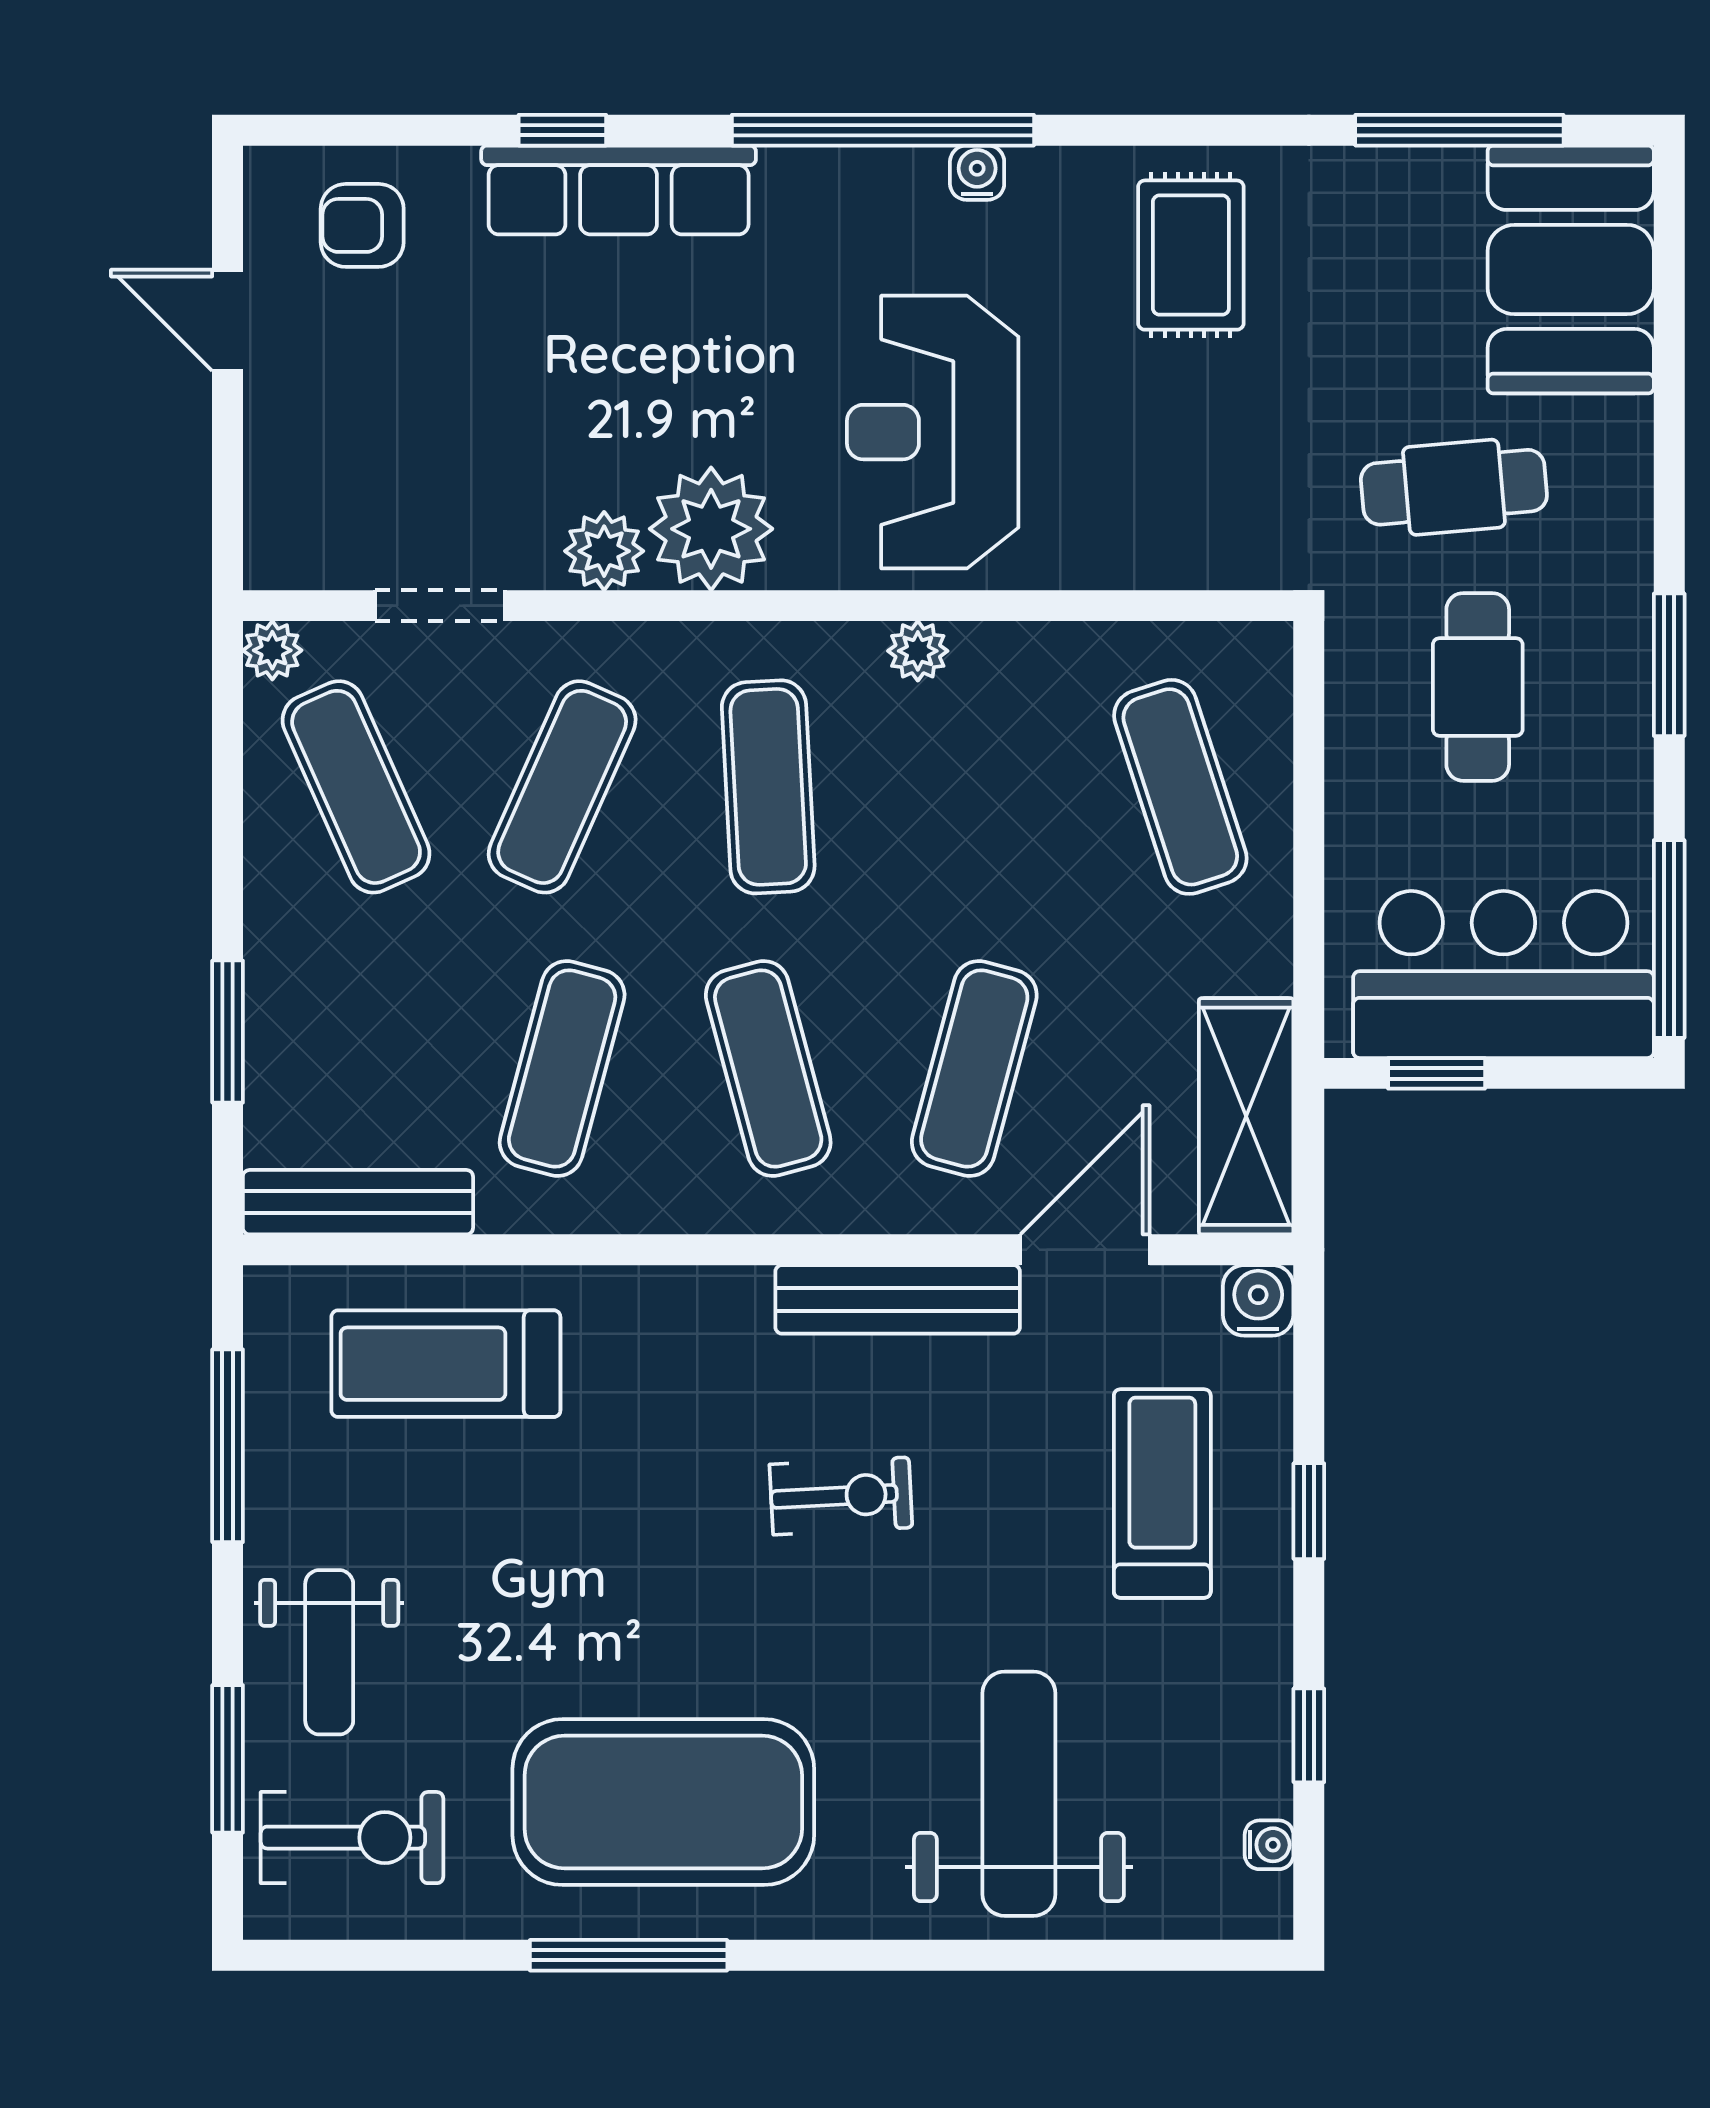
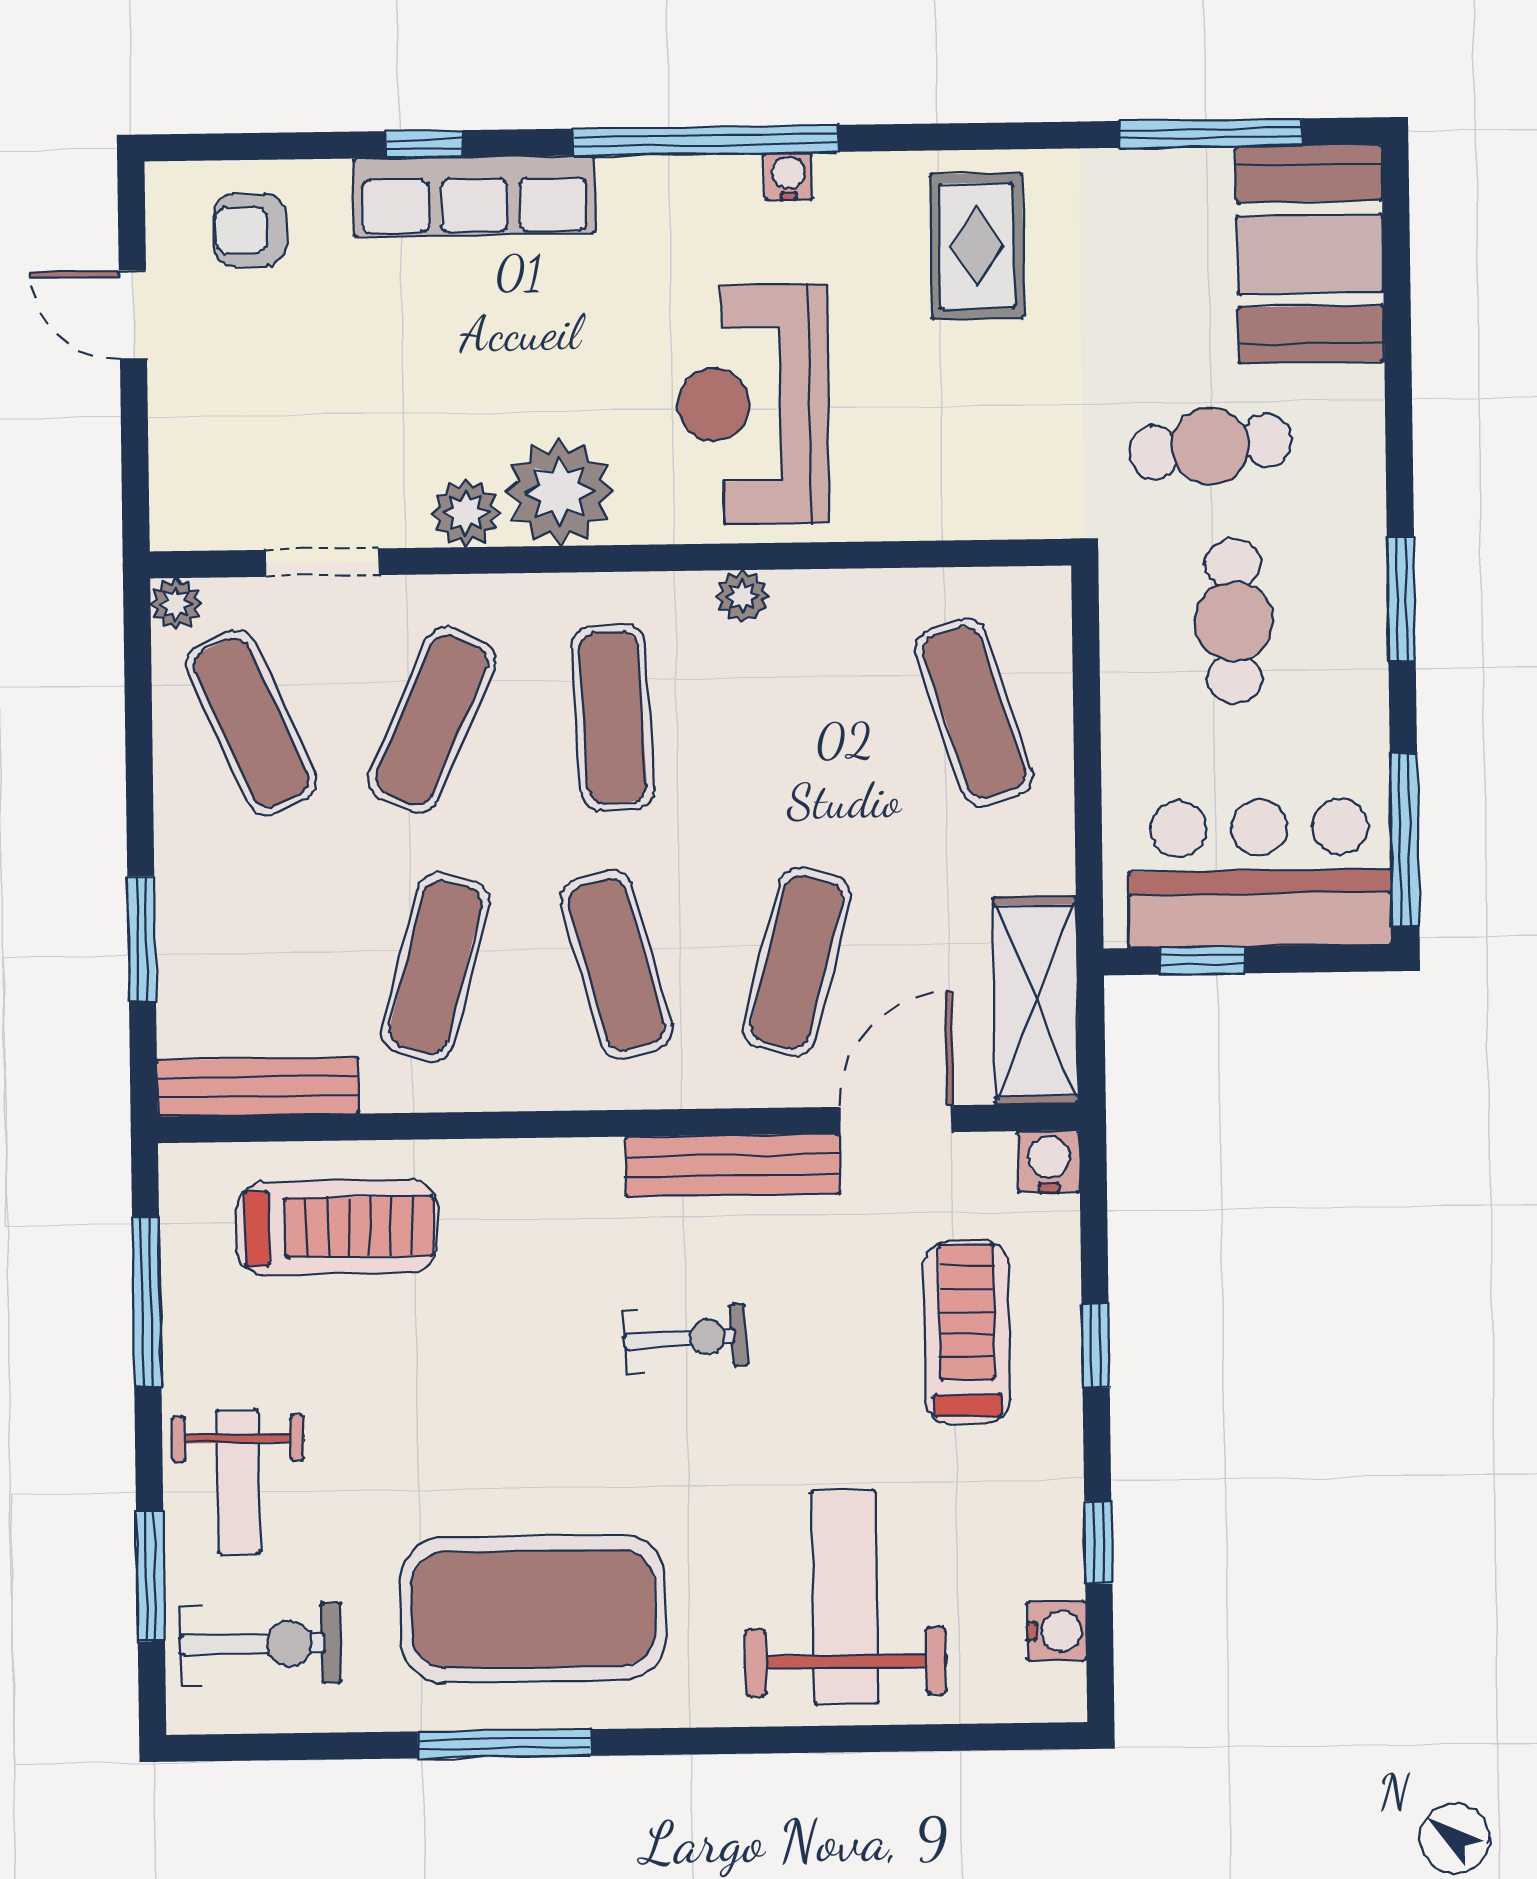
treadmill: (446, 1364) -> (337, 1227), turned 180
water cooler: (1269, 1845) -> (1057, 1631), width x1.38, depth x1.38

